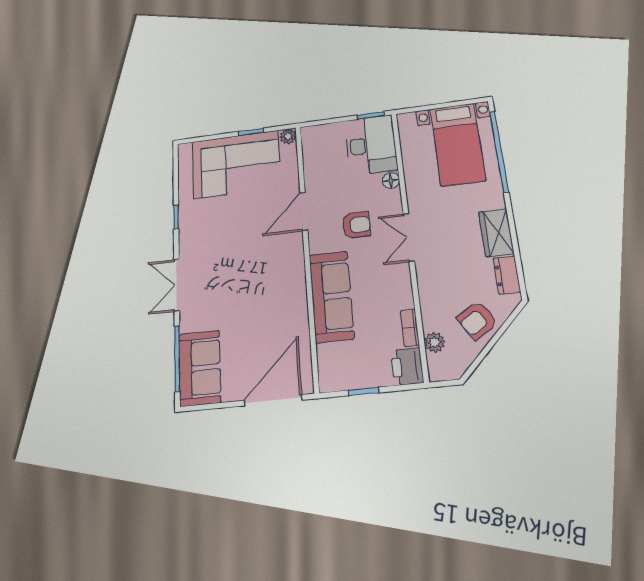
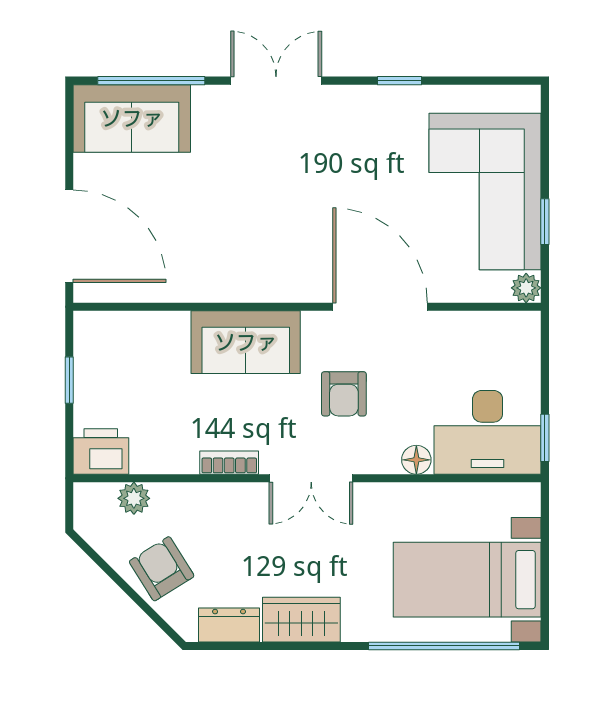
door: (304, 211) -> (380, 307), width x1.36
double door: (409, 237) -> (311, 478), swing flipped
sofa: (331, 296) -> (246, 342), width x0.73
bookcase: (410, 328) -> (229, 463), moved

